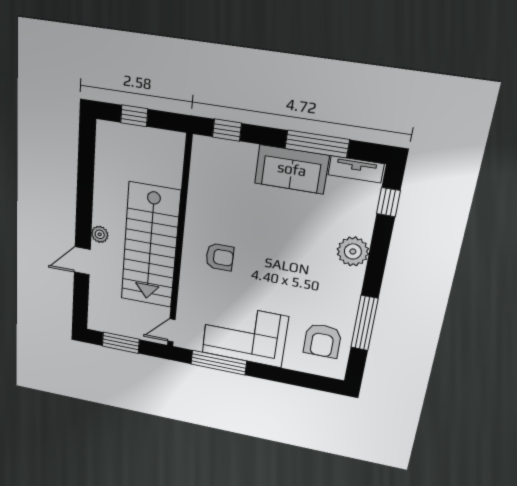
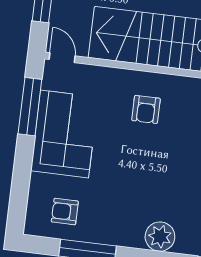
armchair: (322, 341) -> (65, 212), width x0.72, depth x0.72

